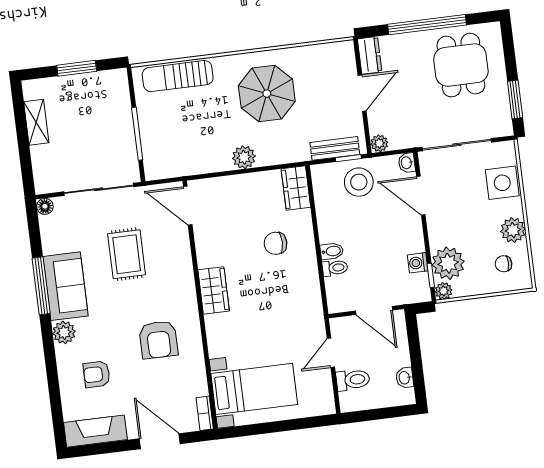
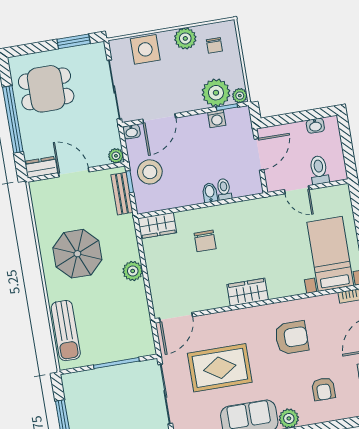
rug: (127, 254) -> (220, 368), width x1.36, depth x1.43

